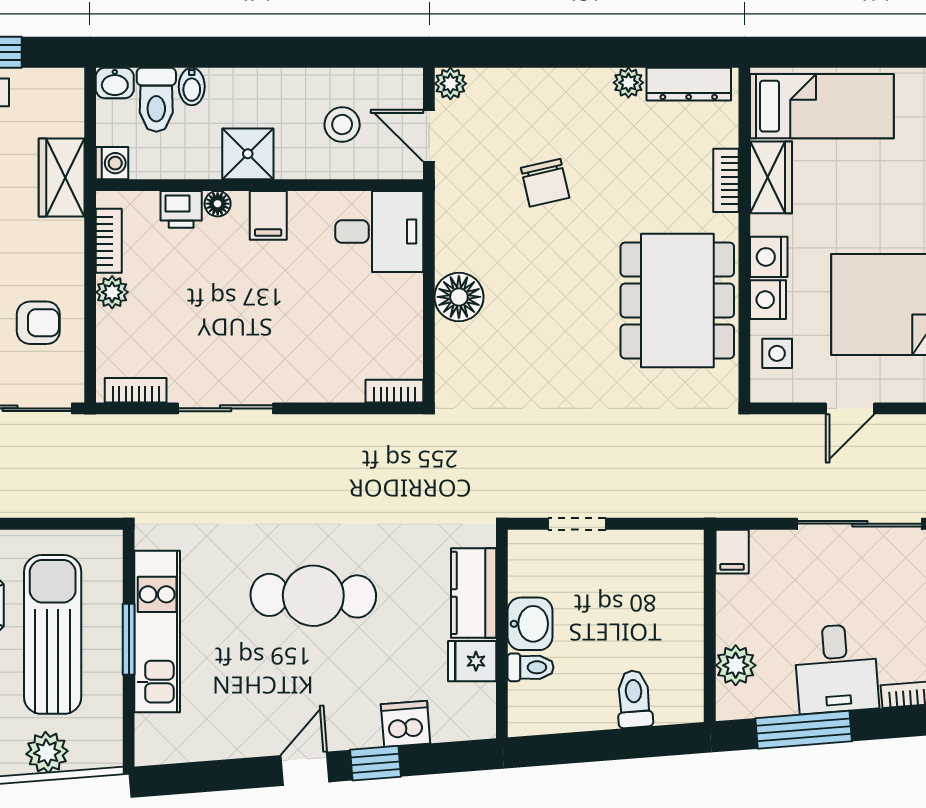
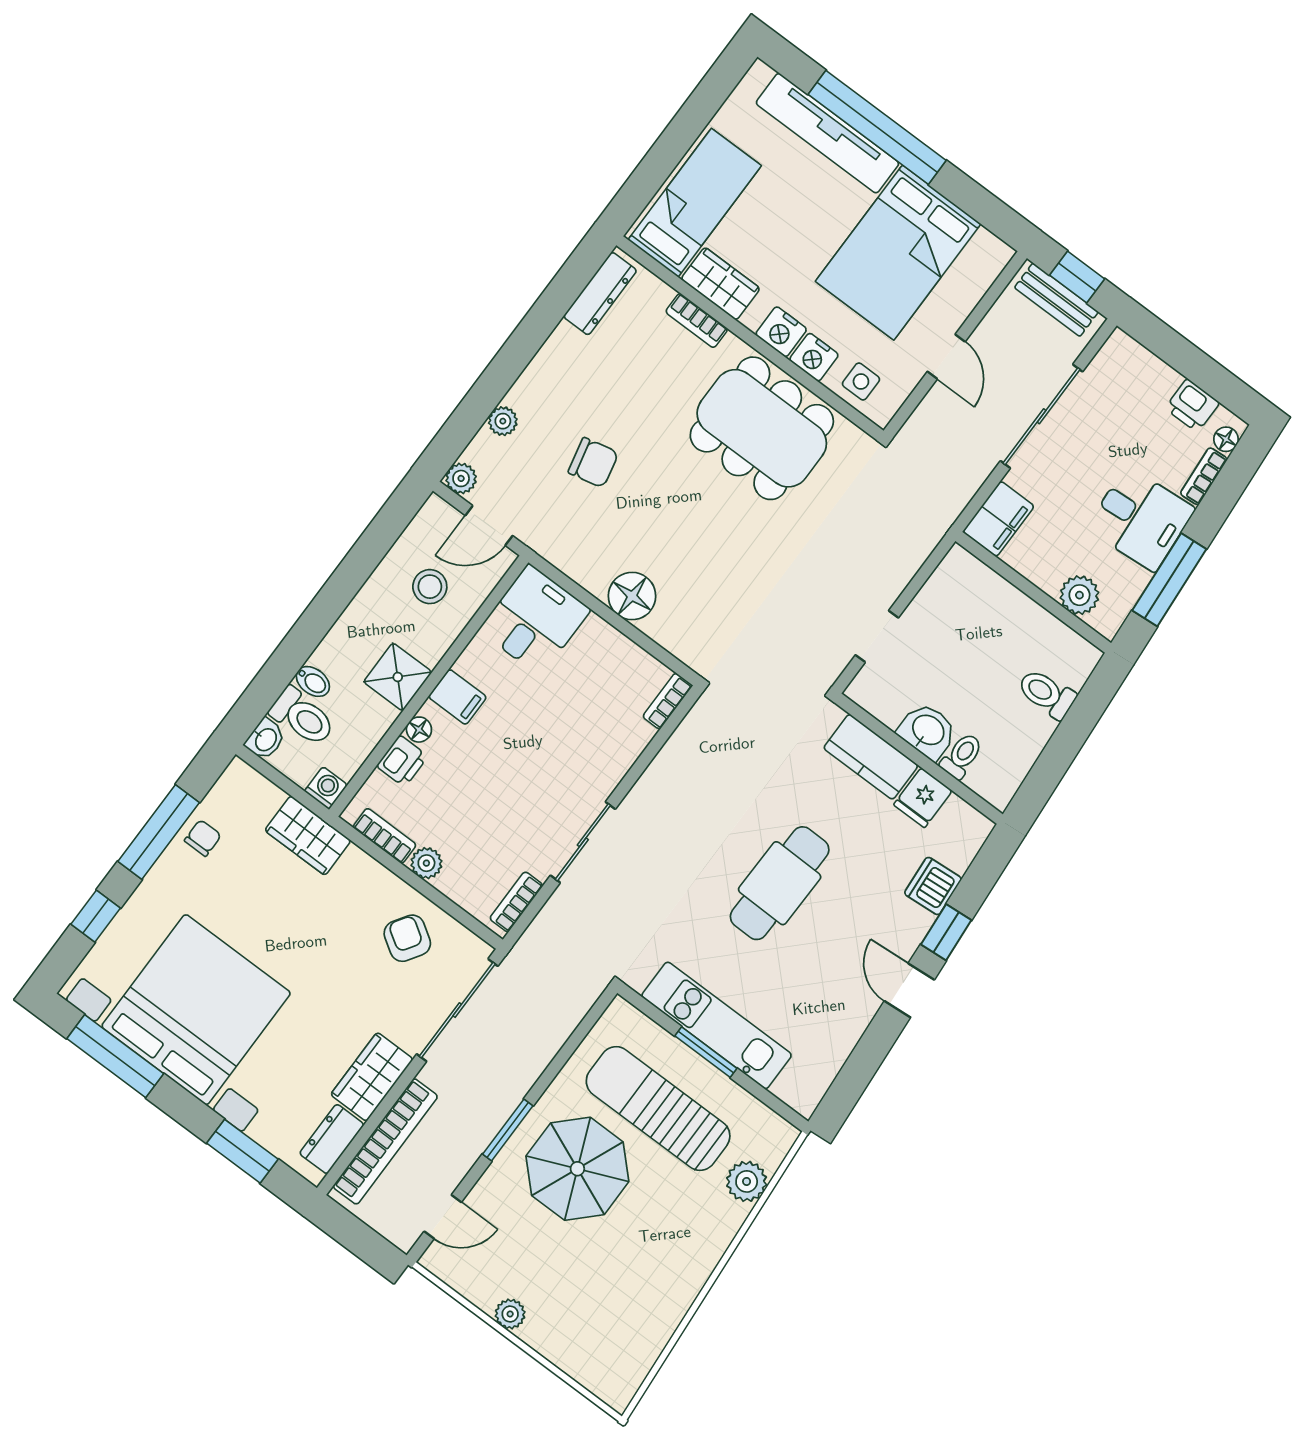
plant: (628, 83) -> (503, 421), moved
armchair: (38, 323) -> (407, 938), turned -57
filing cabinet: (732, 552) -> (998, 519), width x2.00

